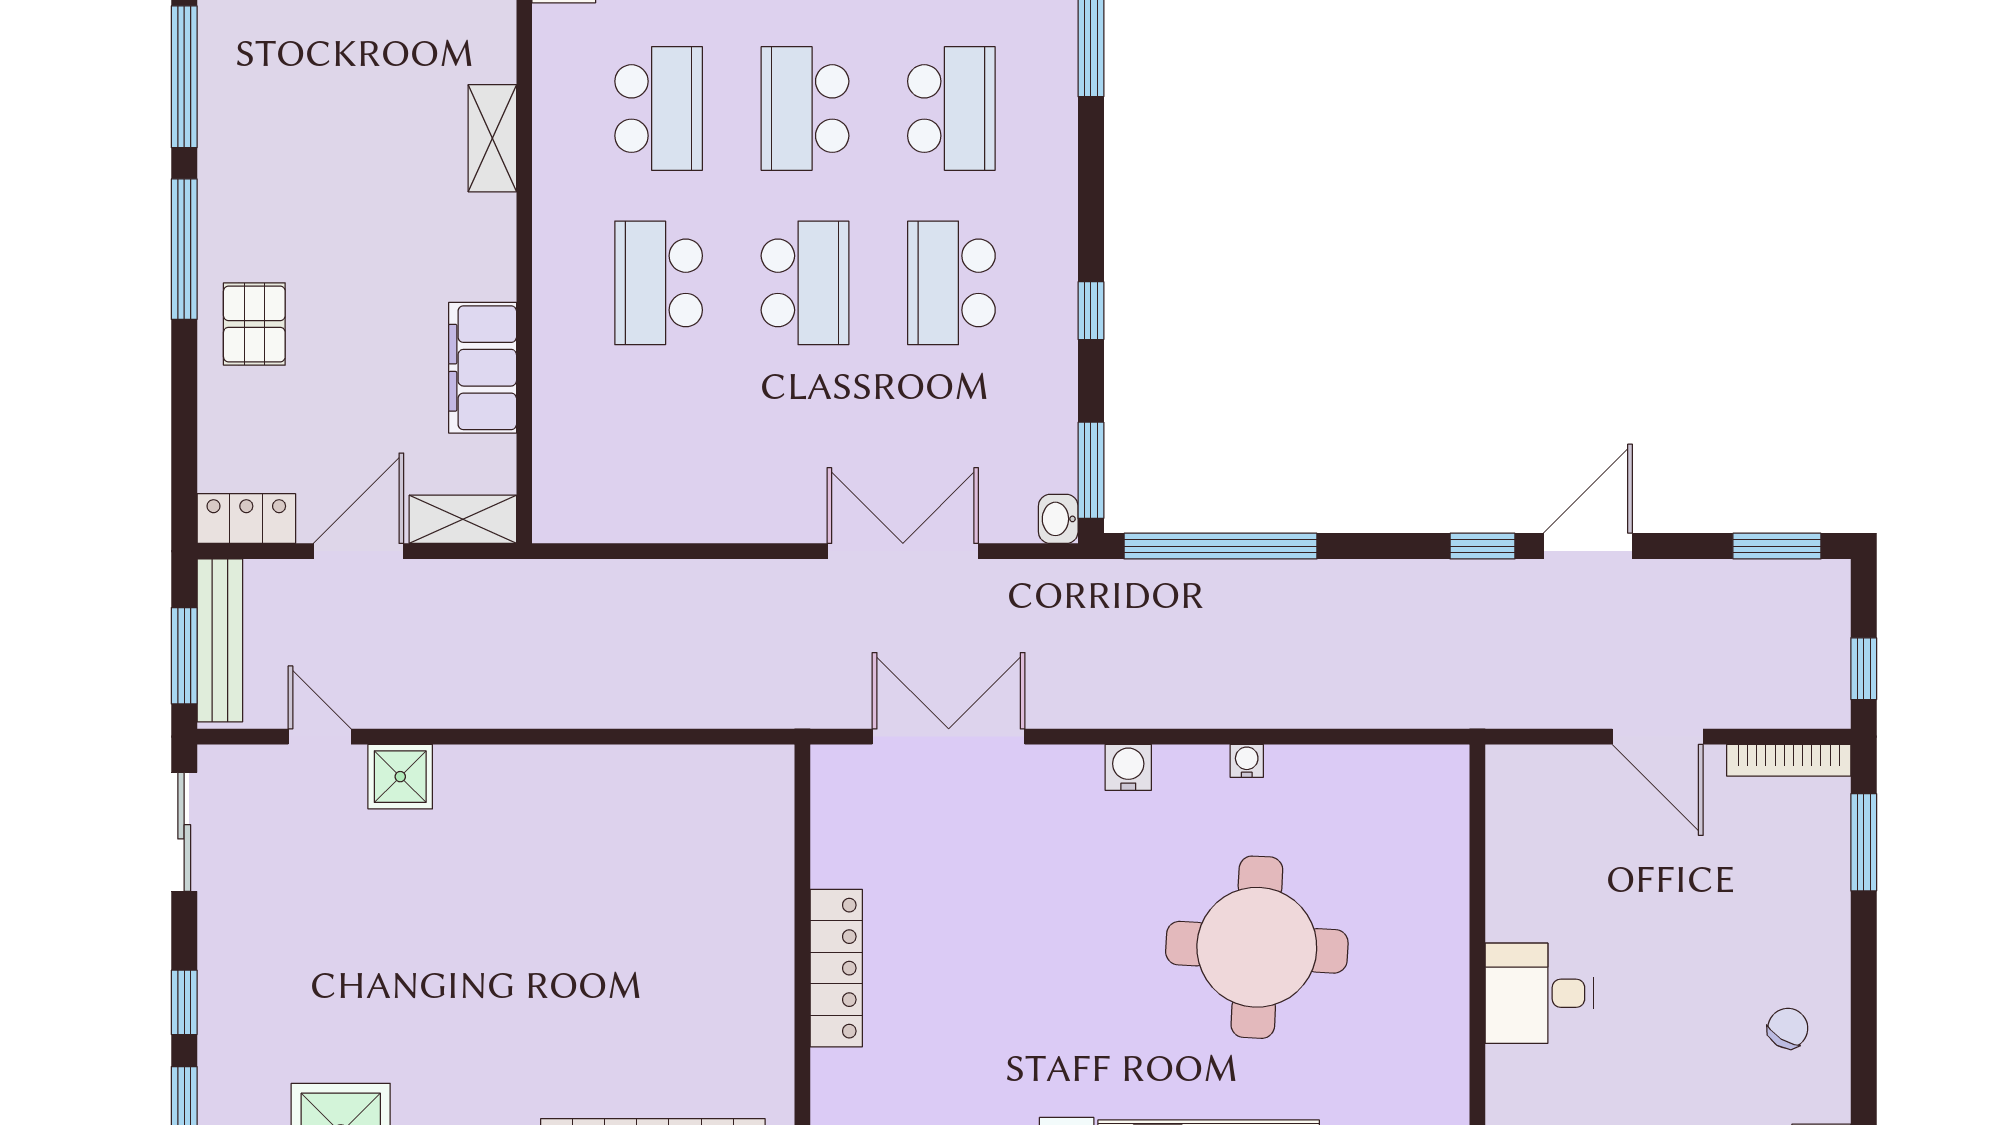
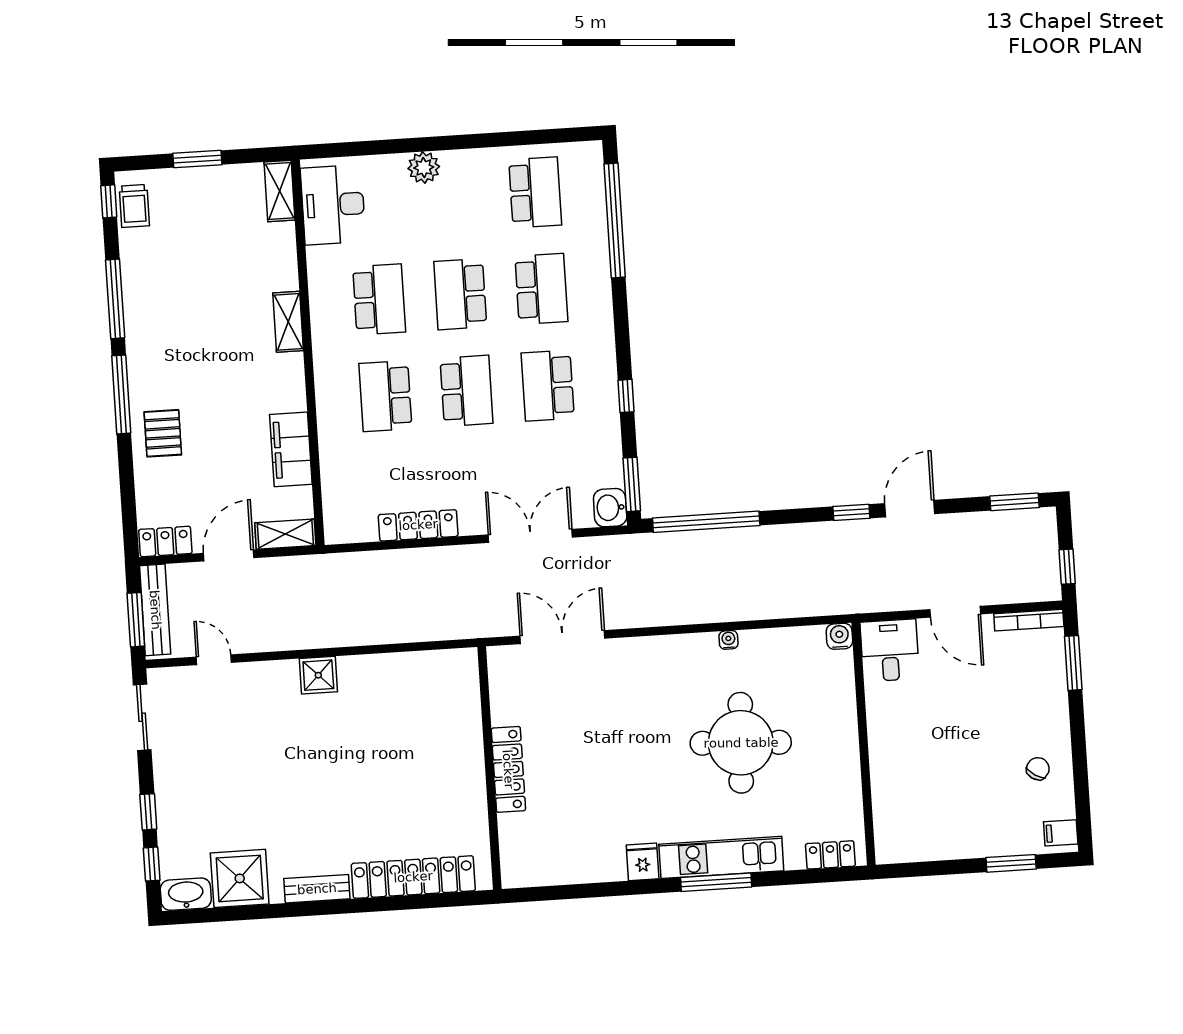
locker: (702, 519) -> (418, 525), added
washbasin: (1058, 519) -> (610, 508), width x1.38, depth x1.45
water cooler: (1128, 767) -> (839, 636), moved
shower: (400, 777) -> (318, 675), moved
desk: (1539, 993) -> (890, 650), moved, turned 90

